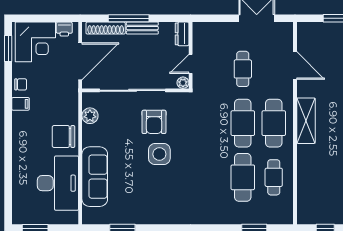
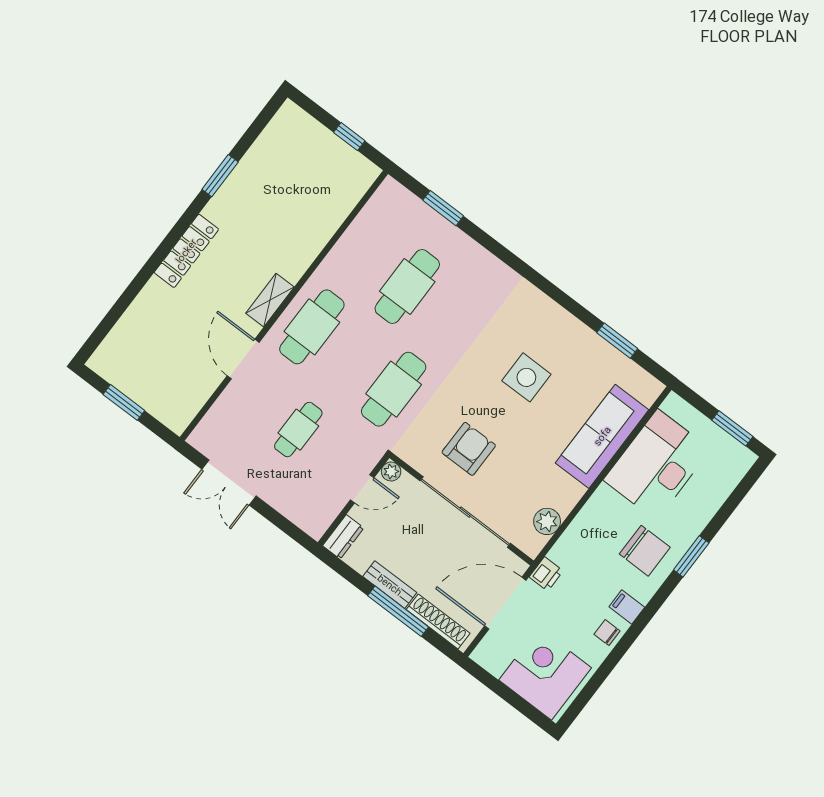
printer: (64, 29) -> (546, 574), moved, turned 90
window: (8, 49) -> (691, 556), moved
door: (295, 65) -> (243, 359), moved
shelving: (306, 121) -> (270, 300), width x0.67, depth x0.75
cafe table: (243, 123) -> (394, 389), moved
chair: (63, 136) -> (645, 551), moved
side table: (159, 154) -> (526, 377), moved
cafe table: (274, 177) -> (366, 255), removed

